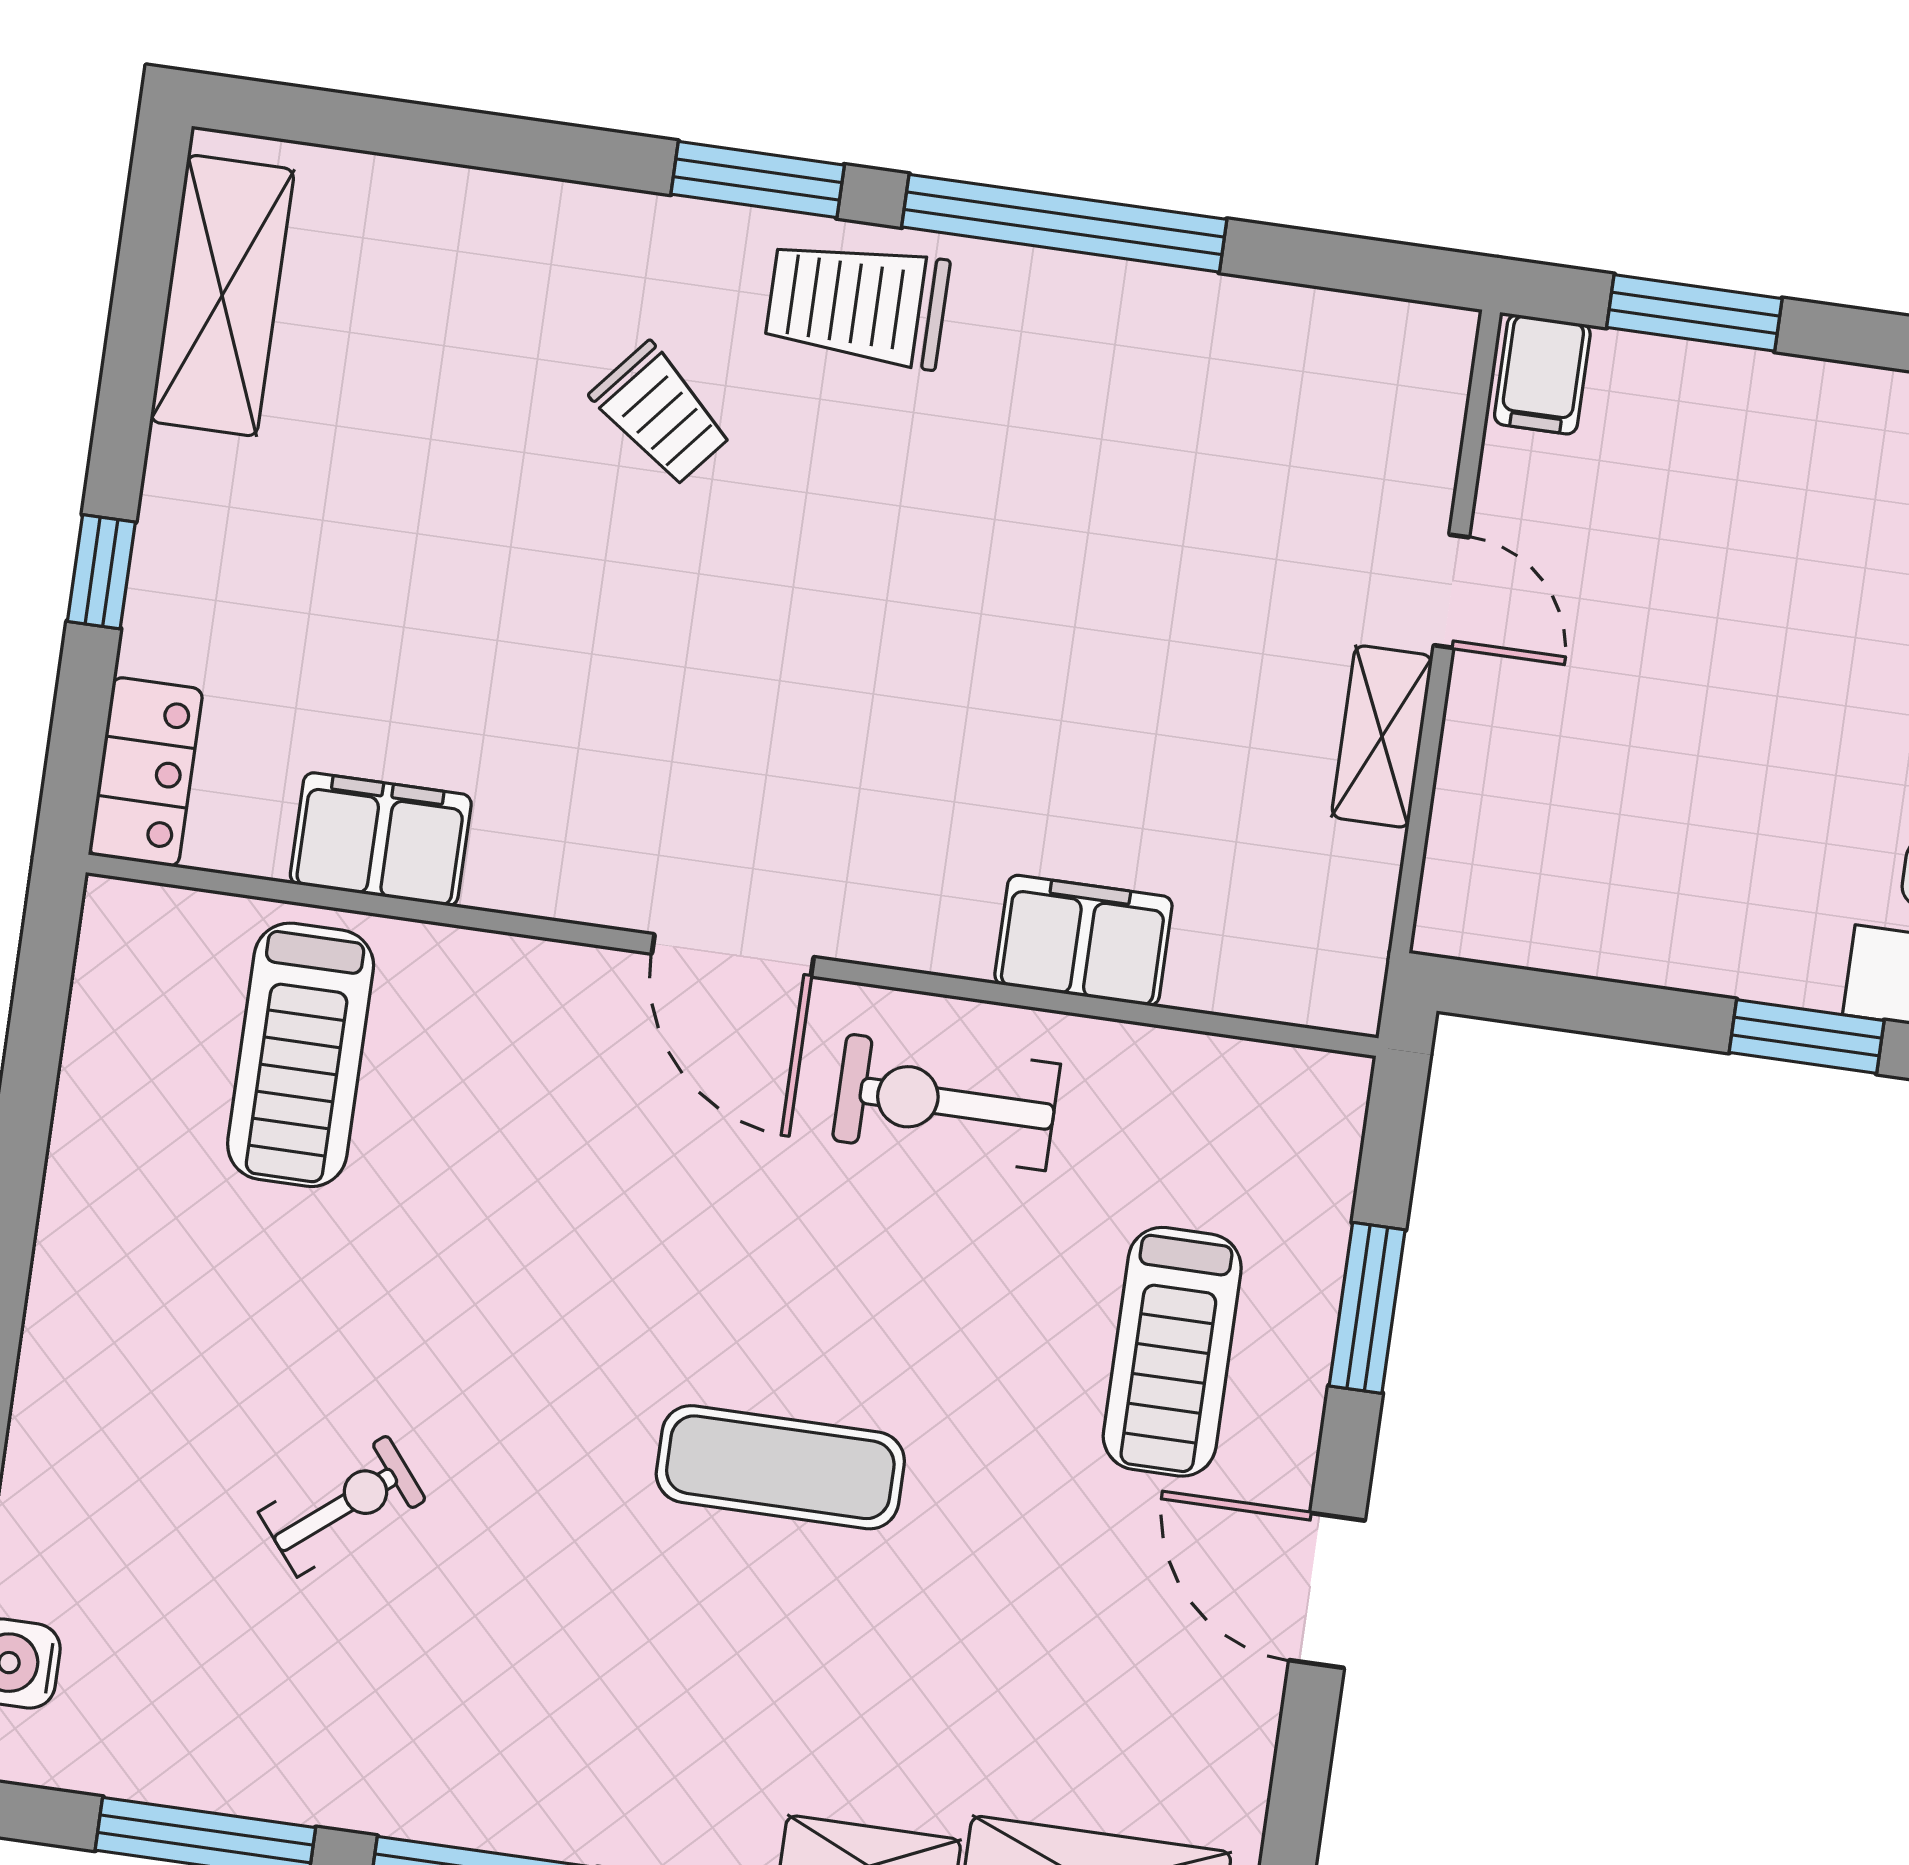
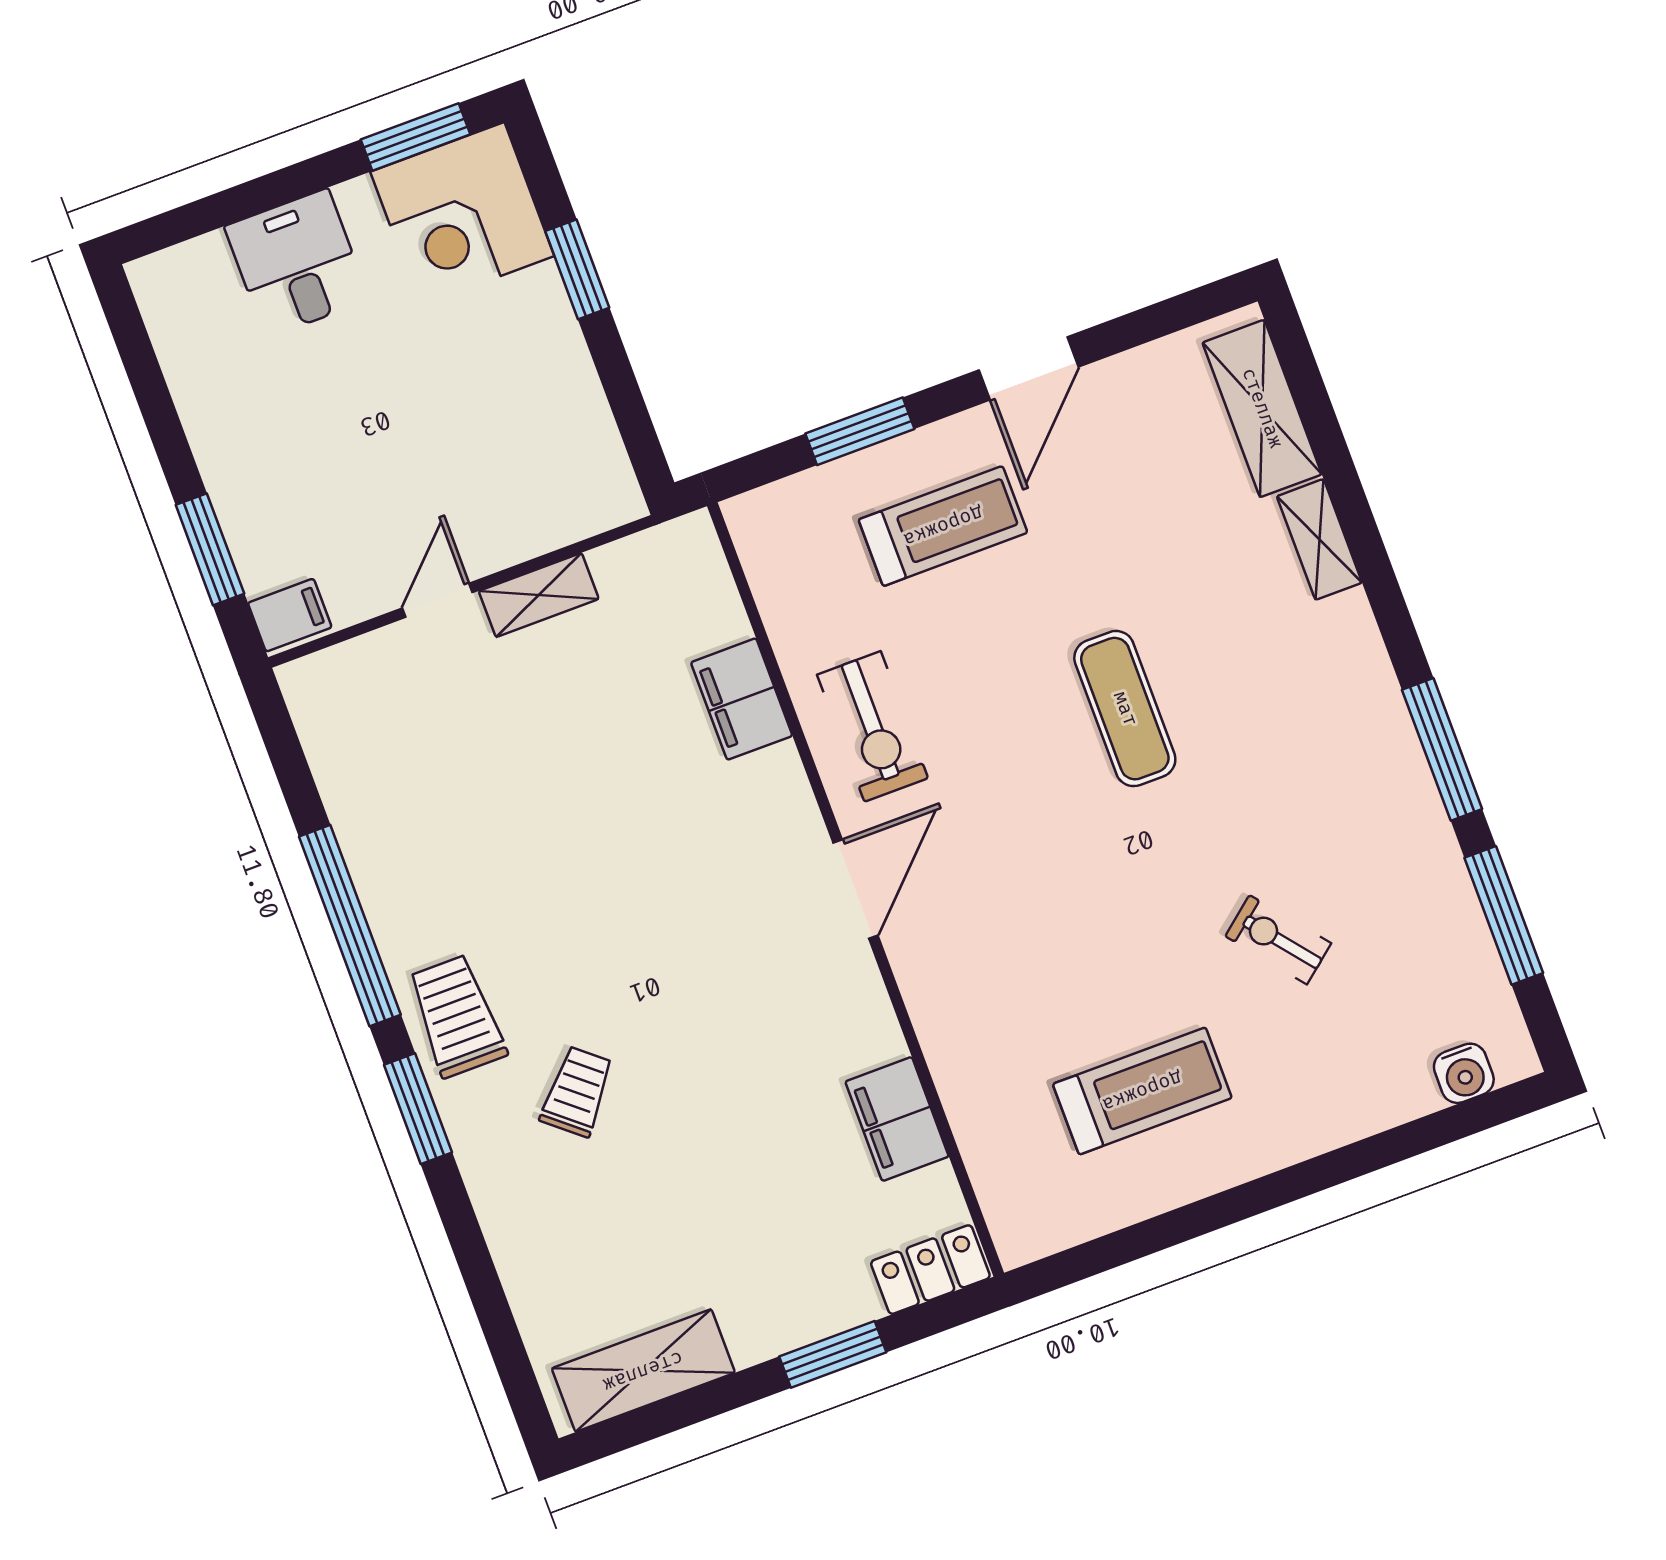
trolley: (857, 304) -> (457, 1016), turned 180
window: (101, 572) -> (833, 1354), width x1.50
treadmill: (301, 1055) -> (1142, 1091), moved

